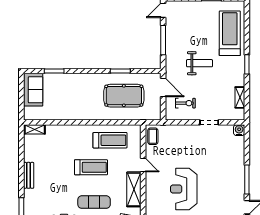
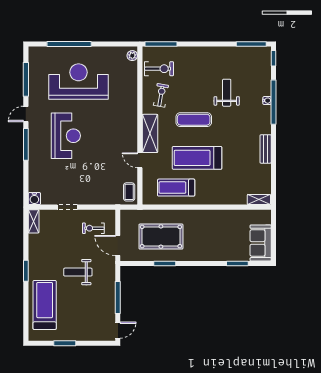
treadmill: (230, 33) -> (45, 305), turned 180
shelving: (240, 97) -> (34, 221), moved
treadmill: (91, 167) -> (197, 158), width x1.37, depth x1.38
reception desk: (184, 189) -> (66, 136), moved

